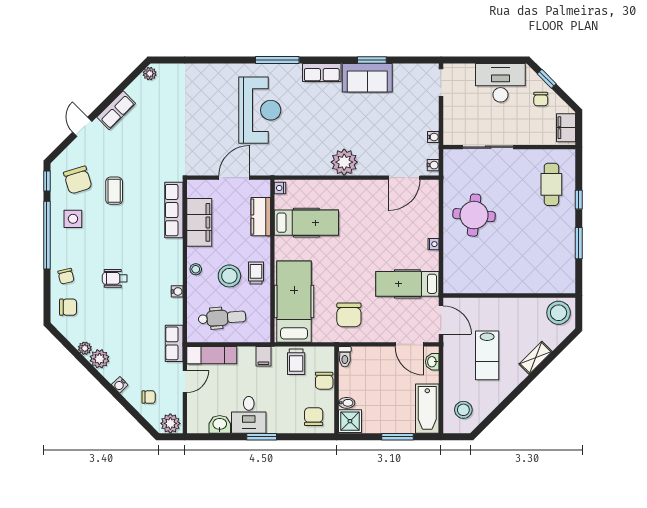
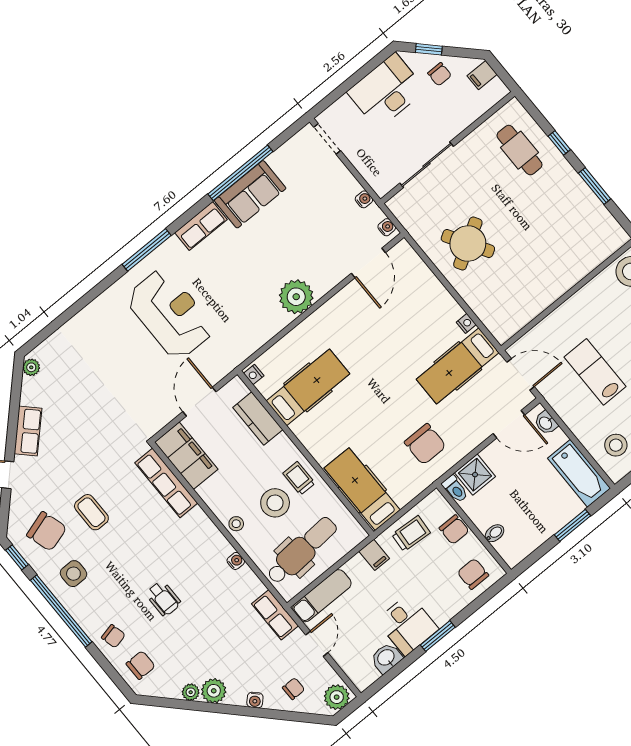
window: (372, 60) -> (240, 173), width x2.11
filing cabinet: (566, 128) -> (482, 75), width x0.50
round table: (474, 215) -> (468, 243), turned -36
filing cabinet: (199, 222) -> (186, 456), moved
nightstand: (434, 244) -> (466, 323), moved
wheelchair: (115, 278) -> (163, 599), turned -90
hospital bed: (294, 302) -> (362, 489), width x0.73, depth x0.78
dental chair: (222, 318) -> (302, 550), width x1.36, depth x1.38
lab bench: (487, 355) -> (595, 372), turned 180
trolley: (296, 362) -> (411, 534), turned -86
shower: (350, 421) -> (475, 475), moved

